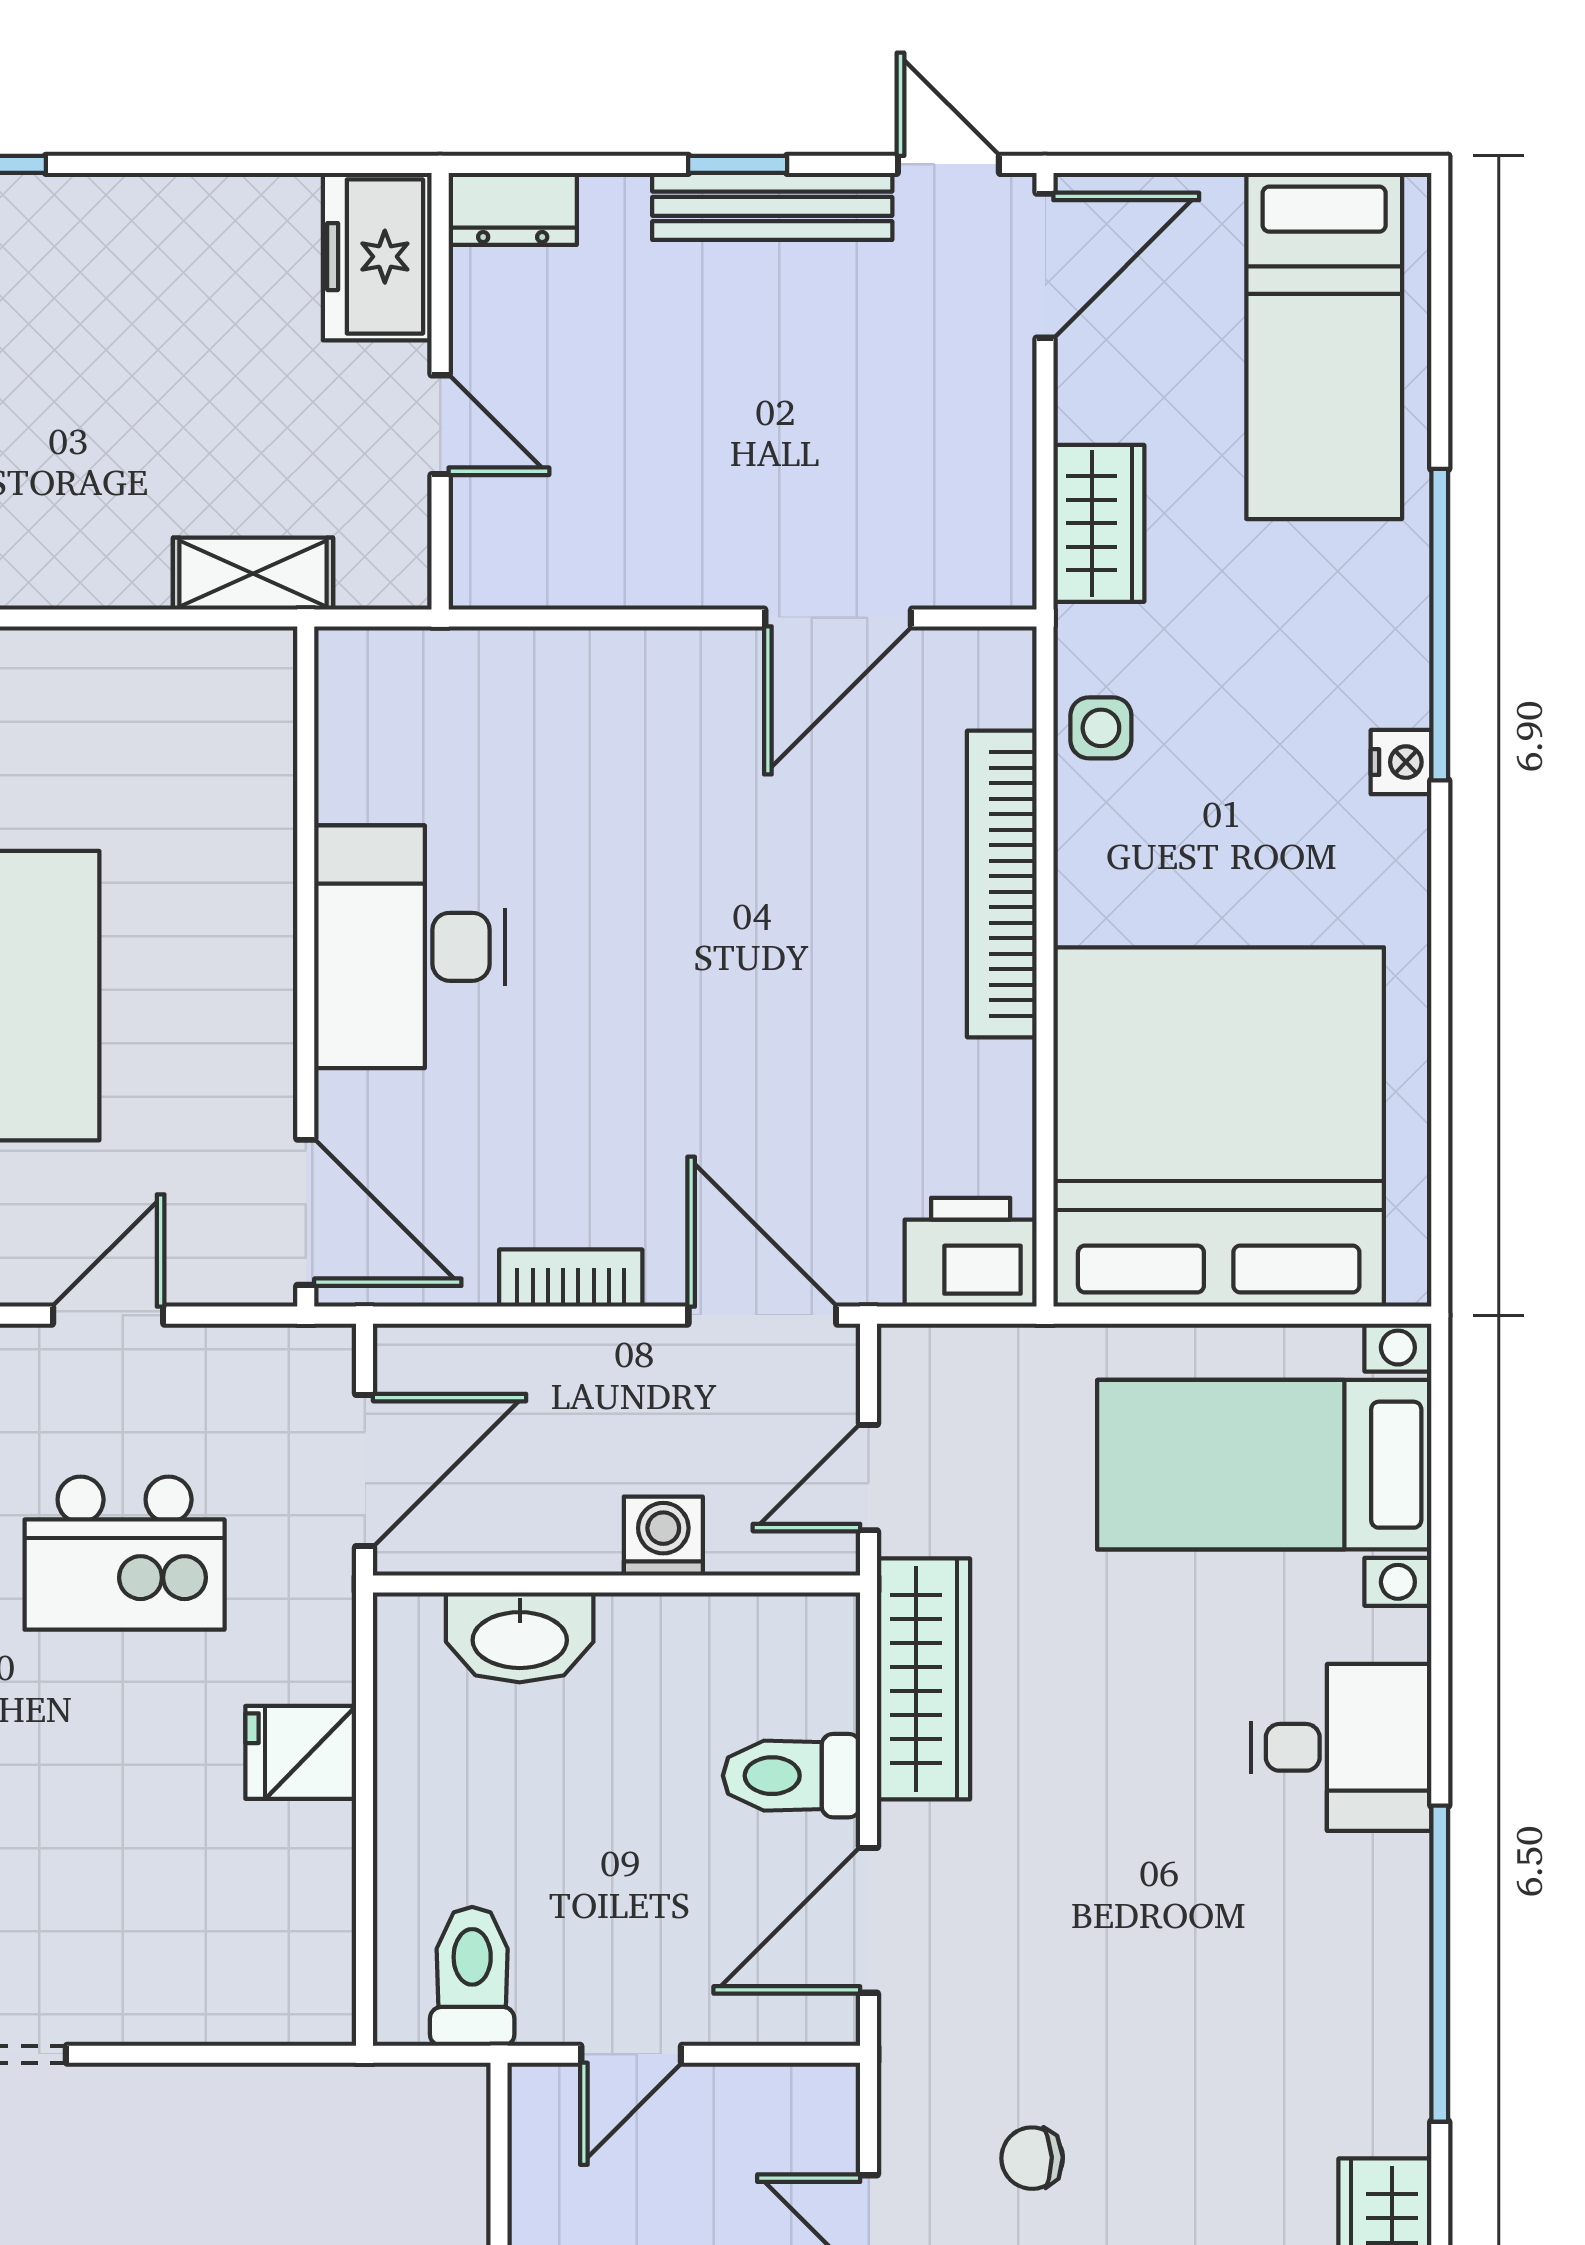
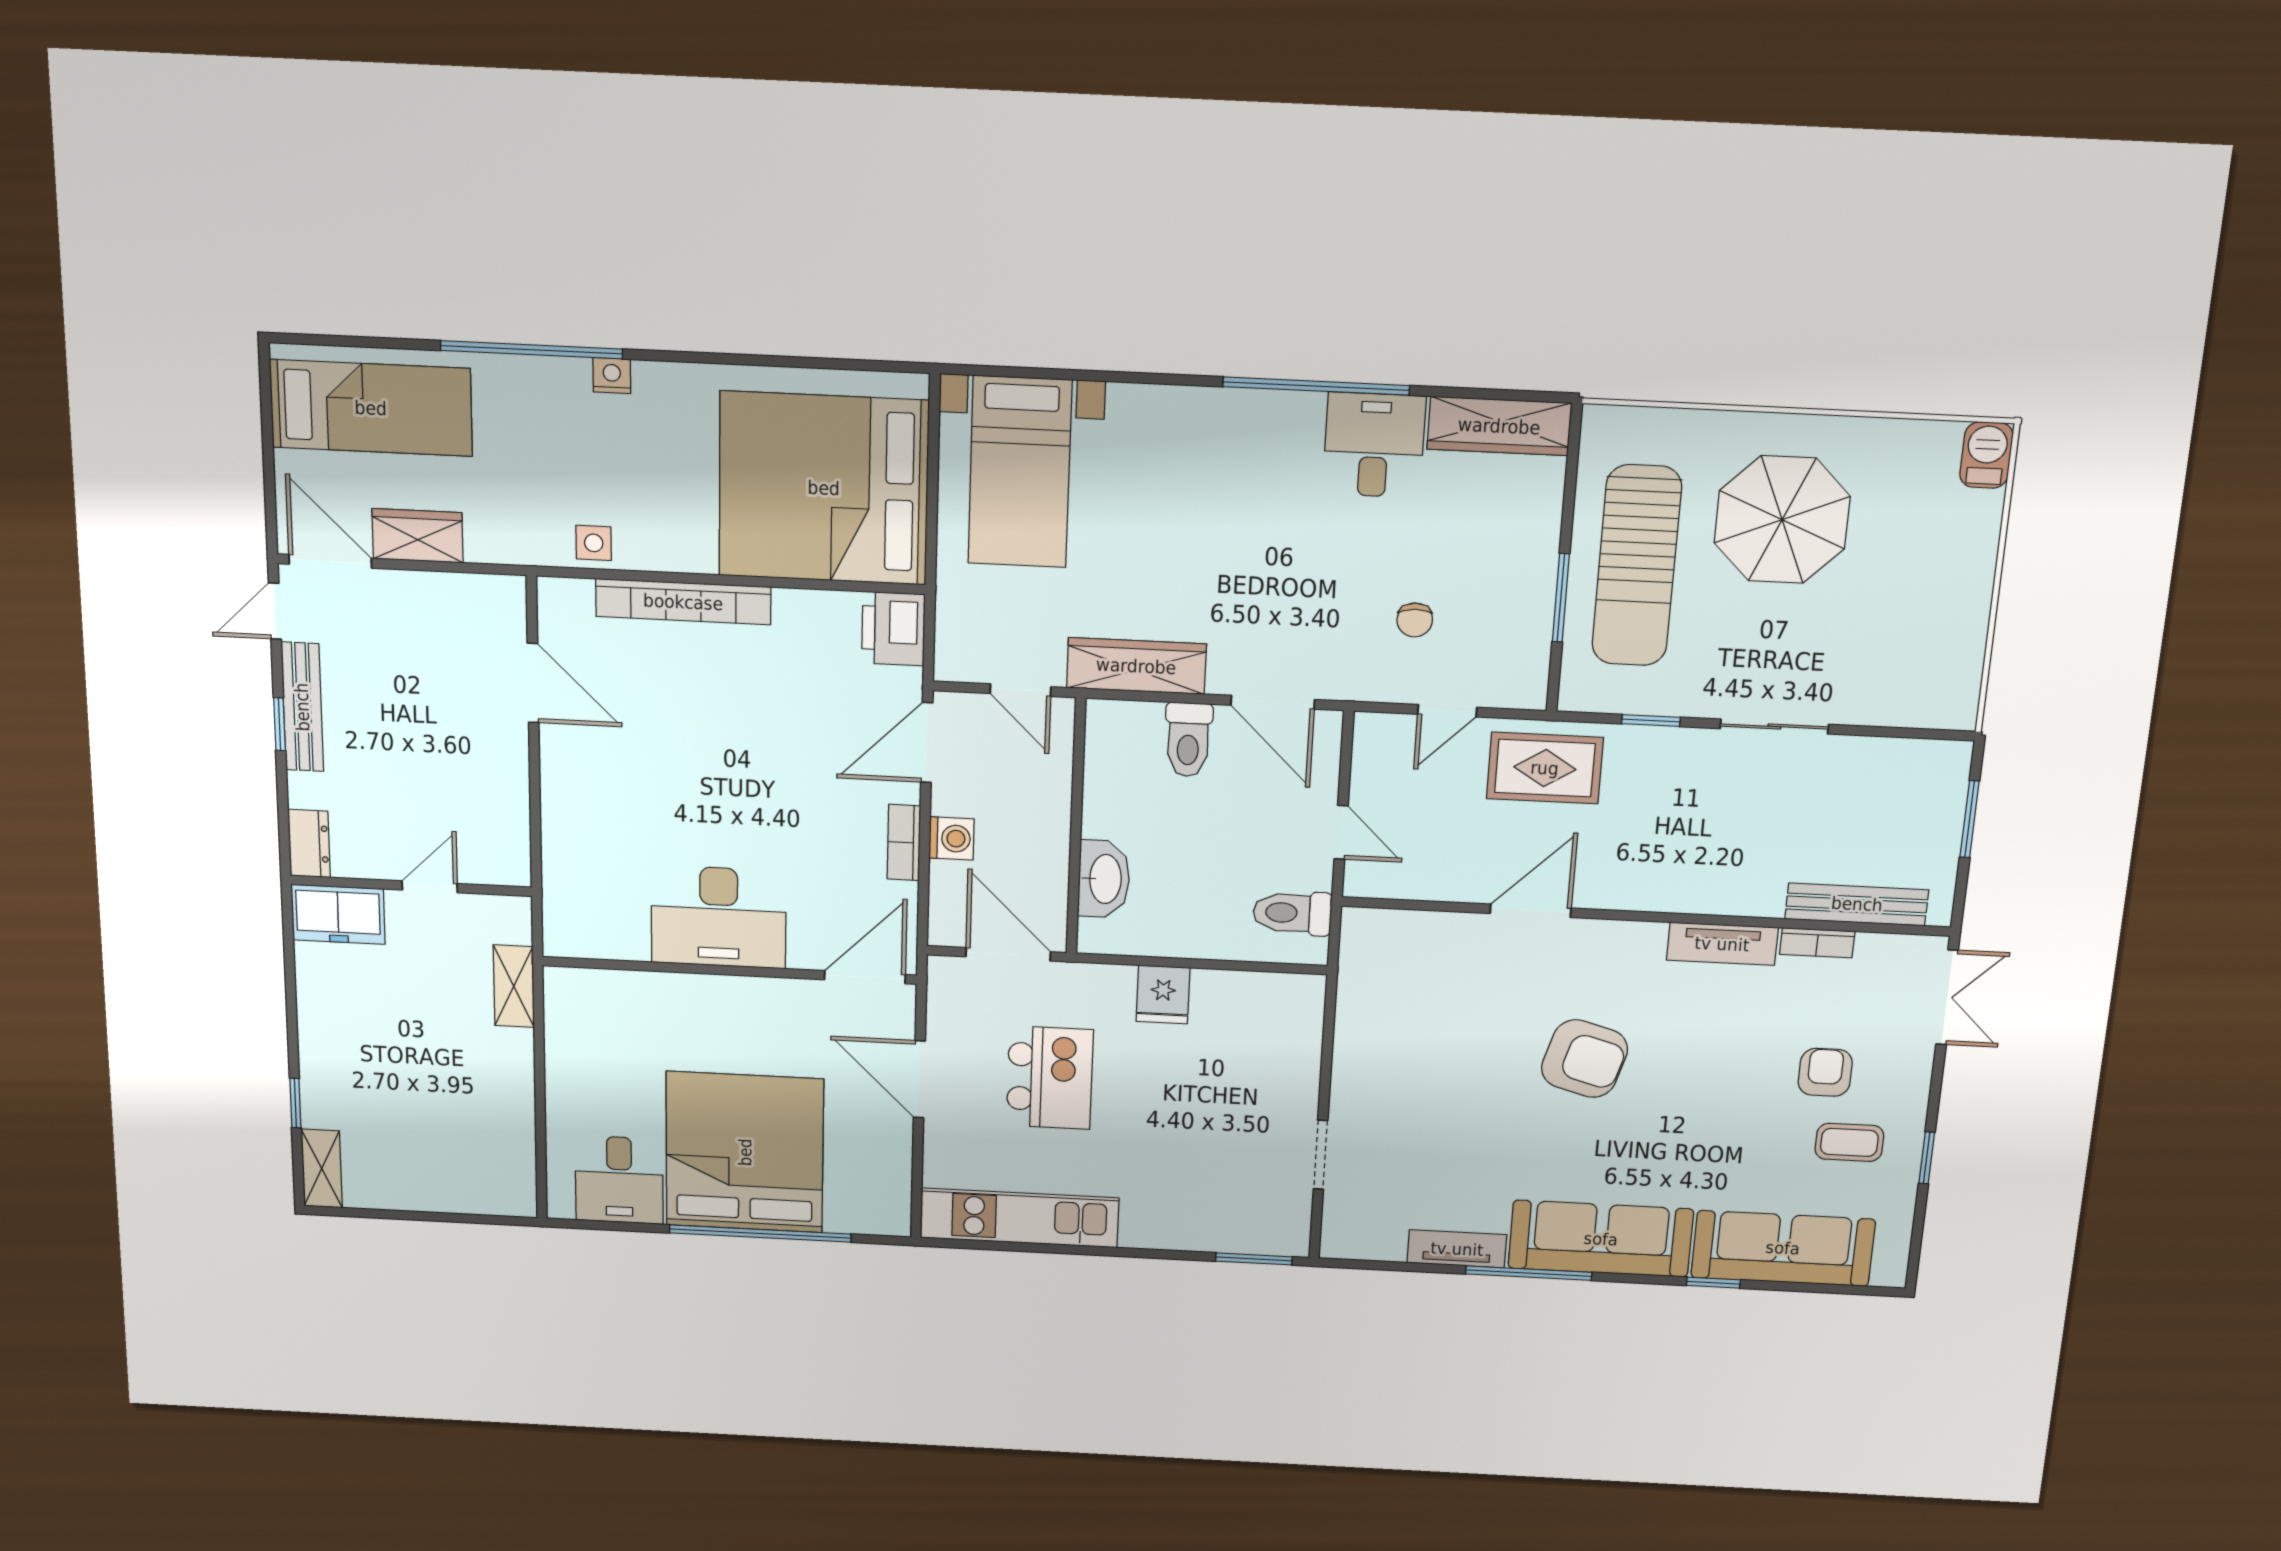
wardrobe: (1099, 523) -> (418, 536), moved
door: (108, 1315) -> (919, 1079), width x1.38
washing machine: (663, 1536) -> (952, 838), moved, turned 180
desk: (1341, 1747) -> (1374, 445), moved

